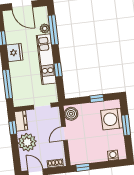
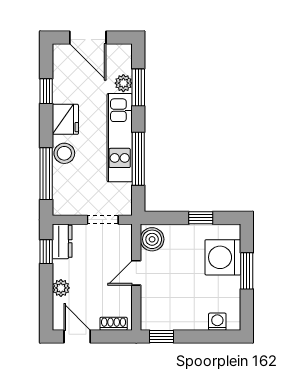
window: (53, 30) -> (138, 87), width x0.69
window: (58, 70) -> (138, 159), width x2.17
stool: (16, 72) -> (64, 153), added
plant: (27, 142) -> (61, 288), width x0.53, depth x0.53

